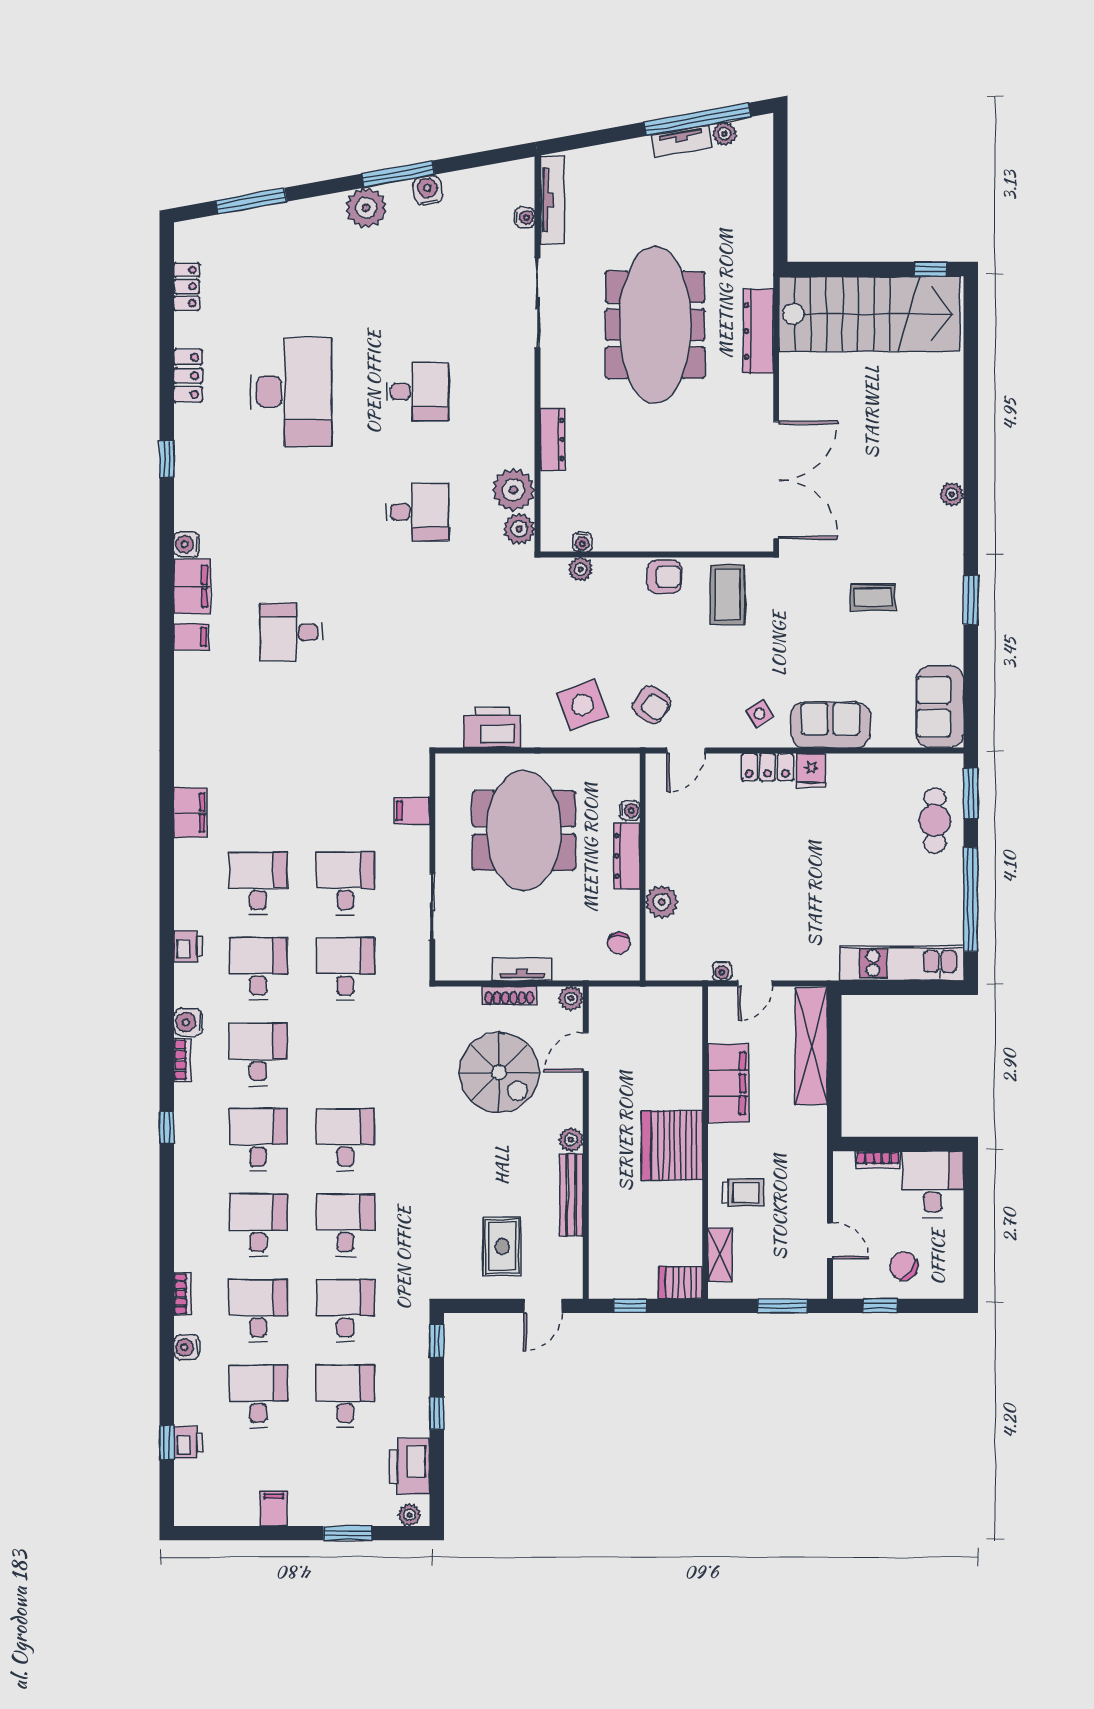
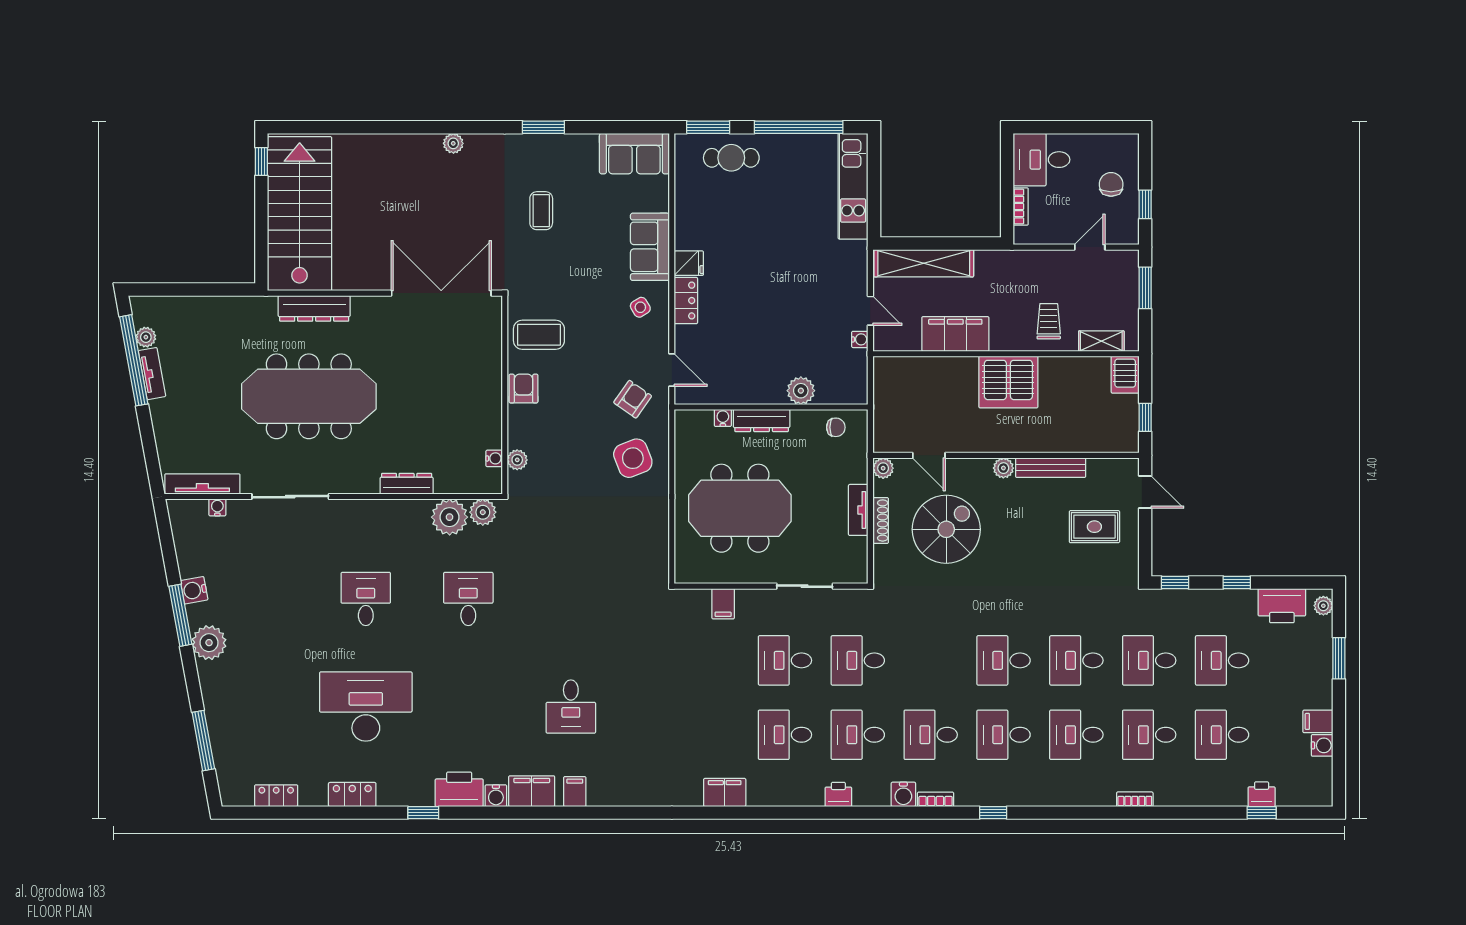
printer: (492, 727) -> (459, 789), moved, turned 90
chair: (904, 1266) -> (1111, 184), turned 142
water cooler: (187, 1347) -> (1322, 745), moved, turned -90

